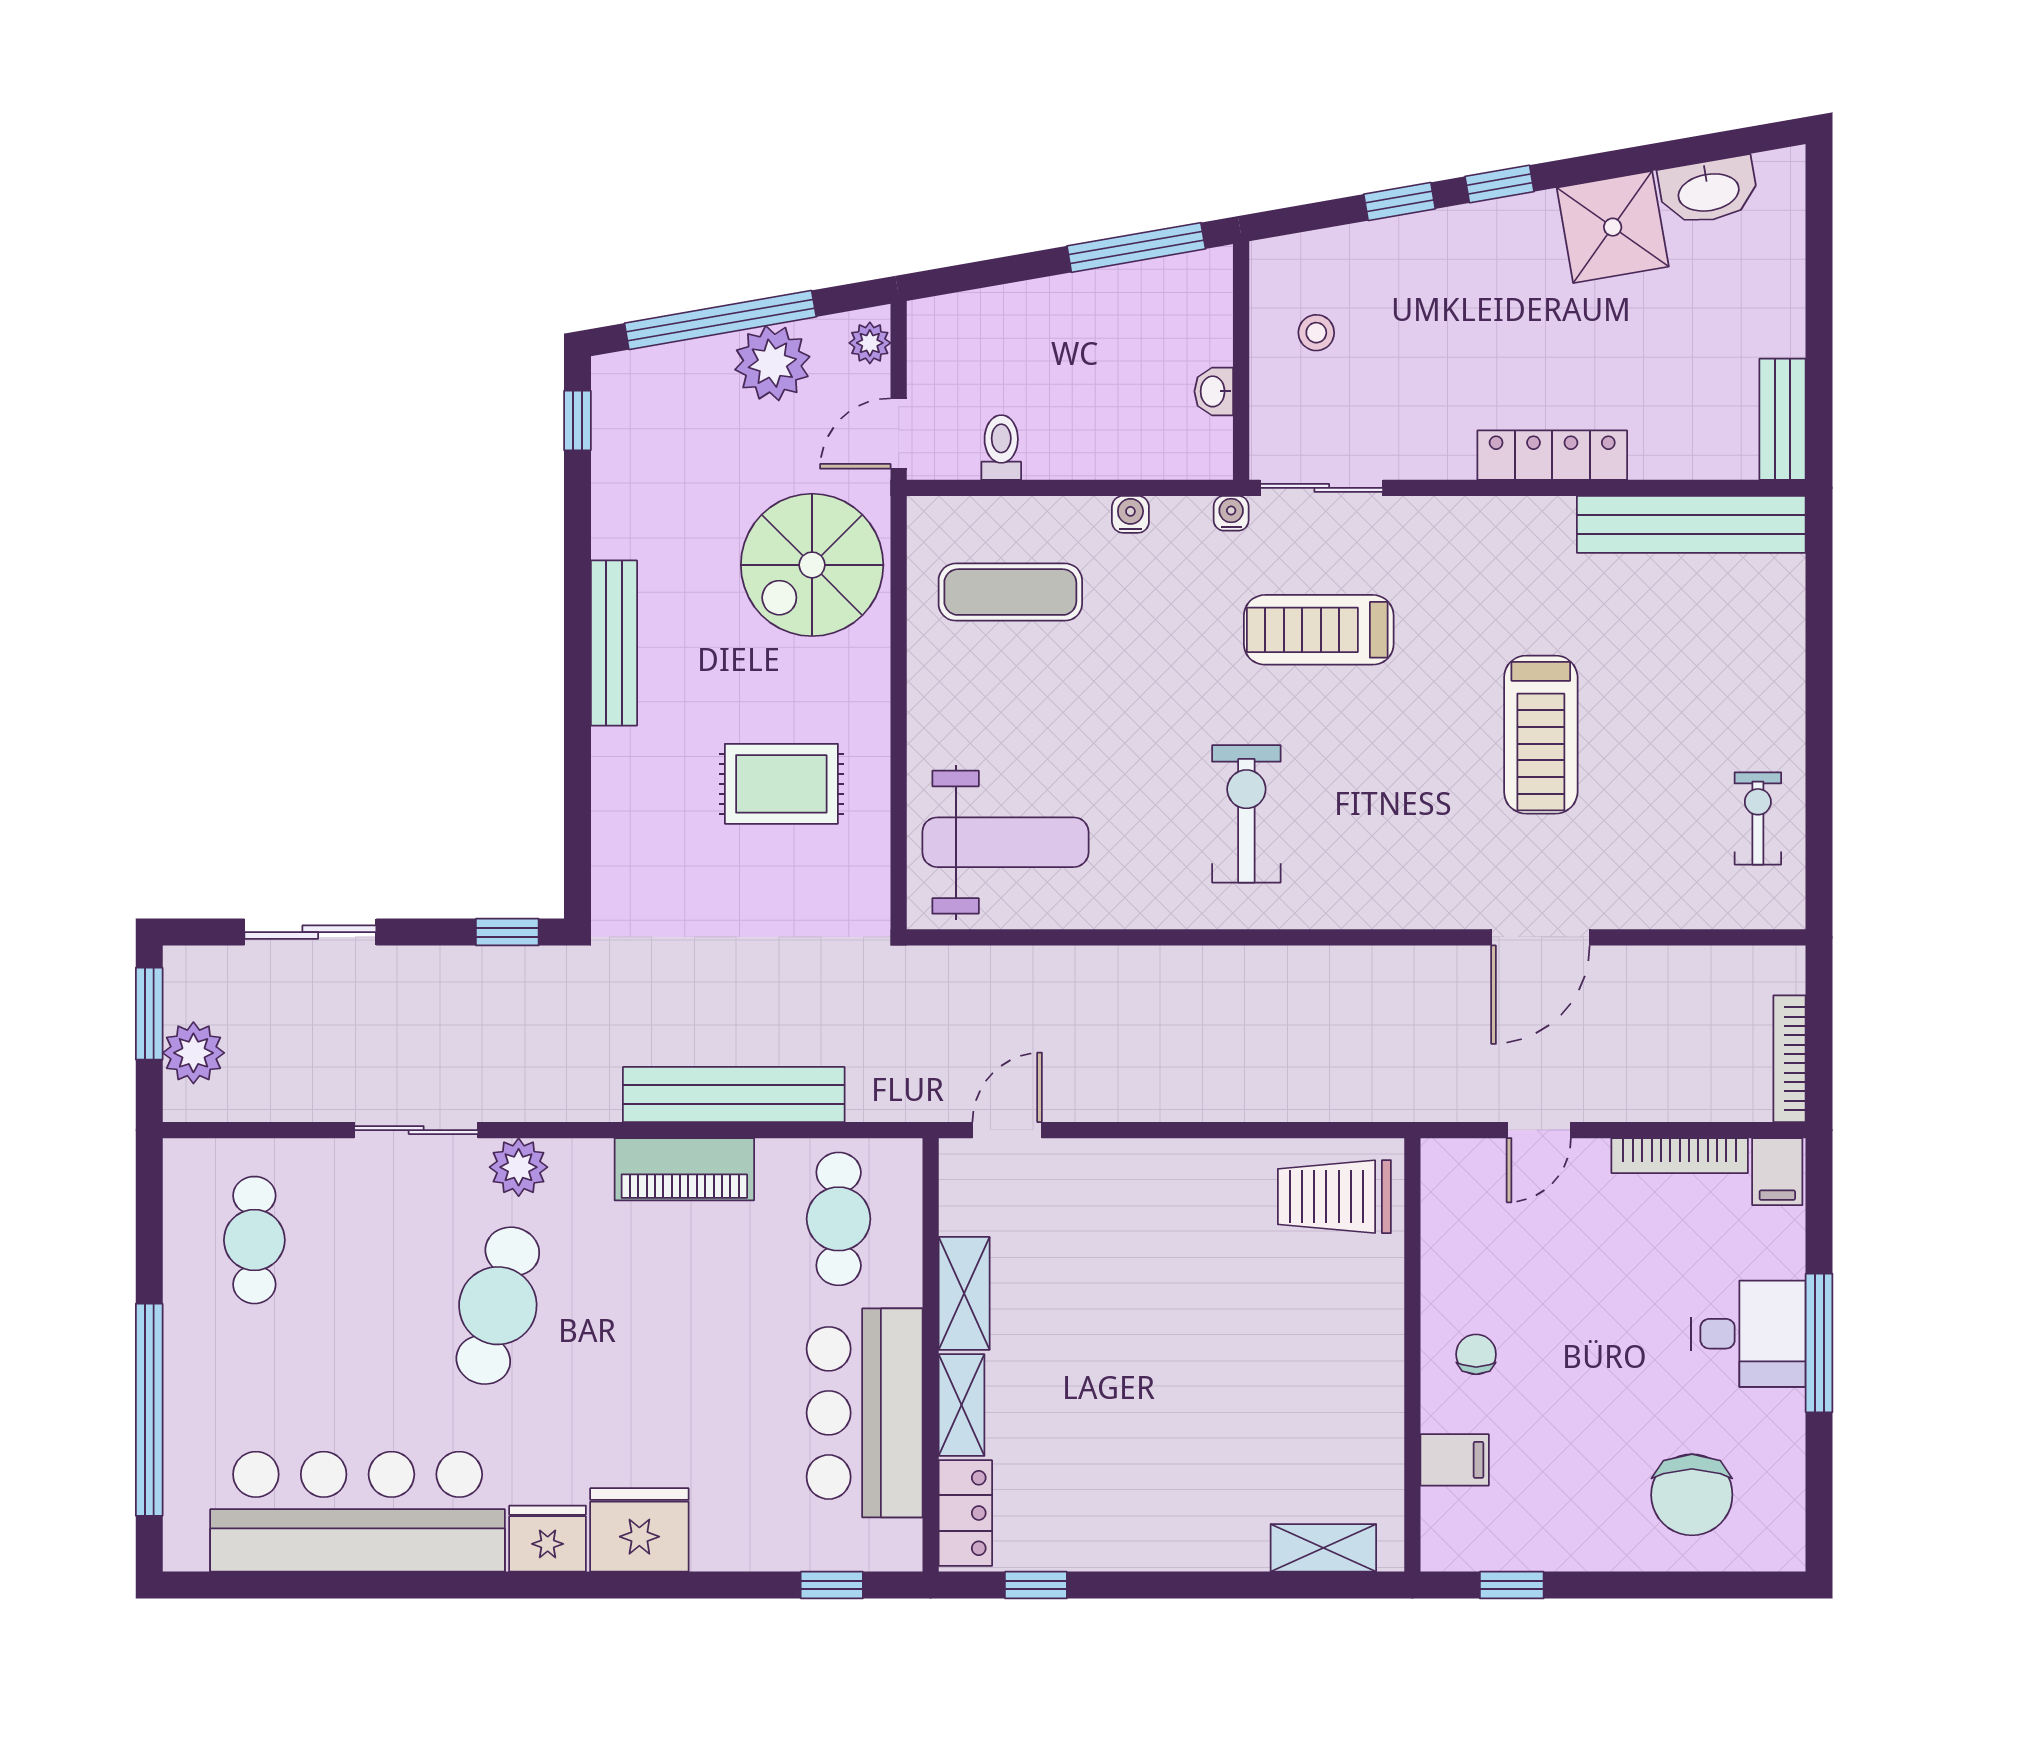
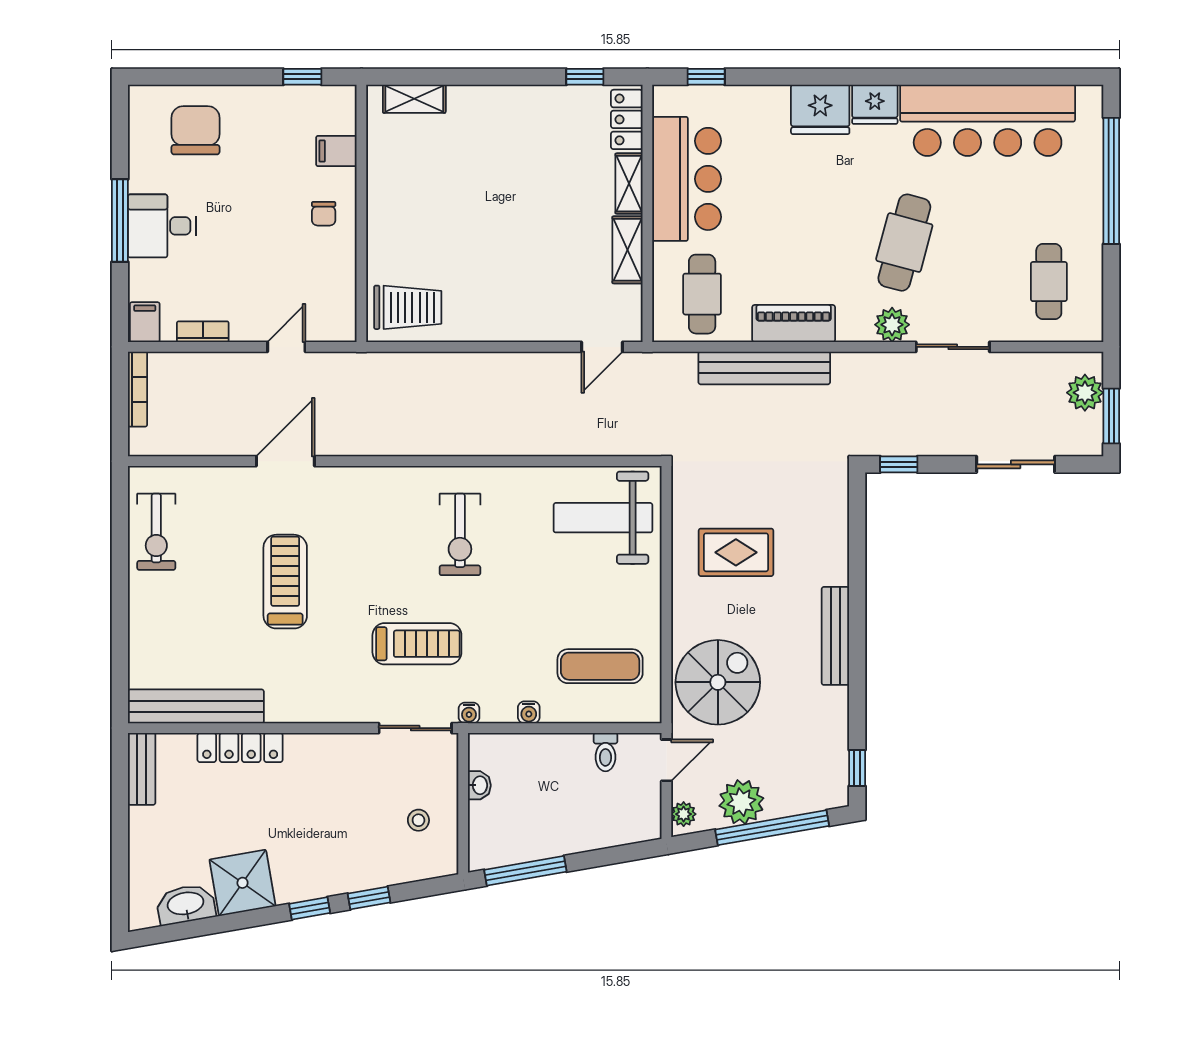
locker: (1552, 455) -> (240, 748), moved
exercise bike: (1758, 818) -> (156, 532), width x1.38, depth x1.39
bookcase: (1680, 1156) -> (203, 332), width x0.64

